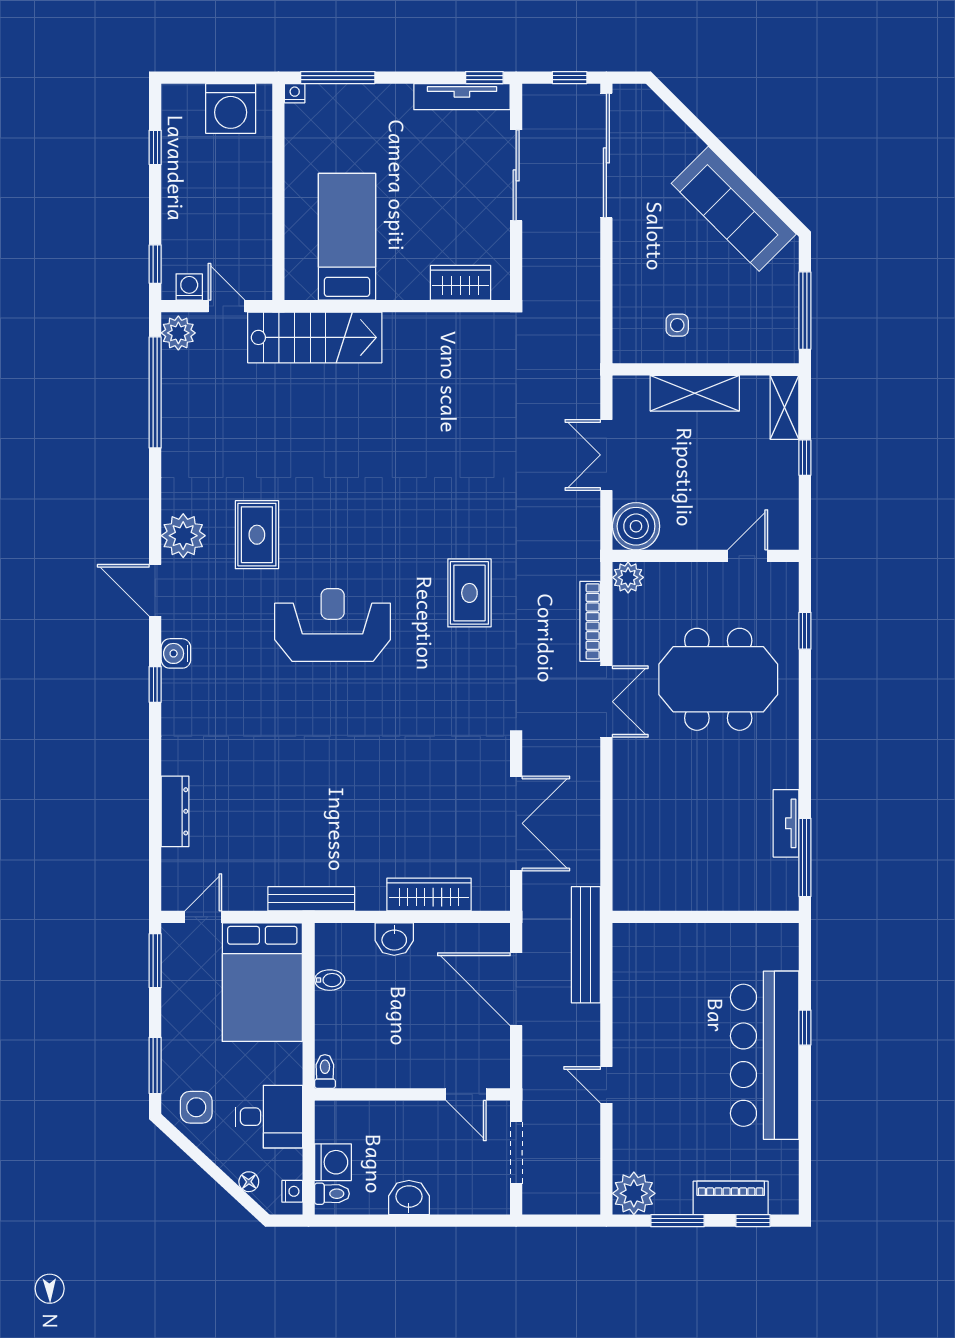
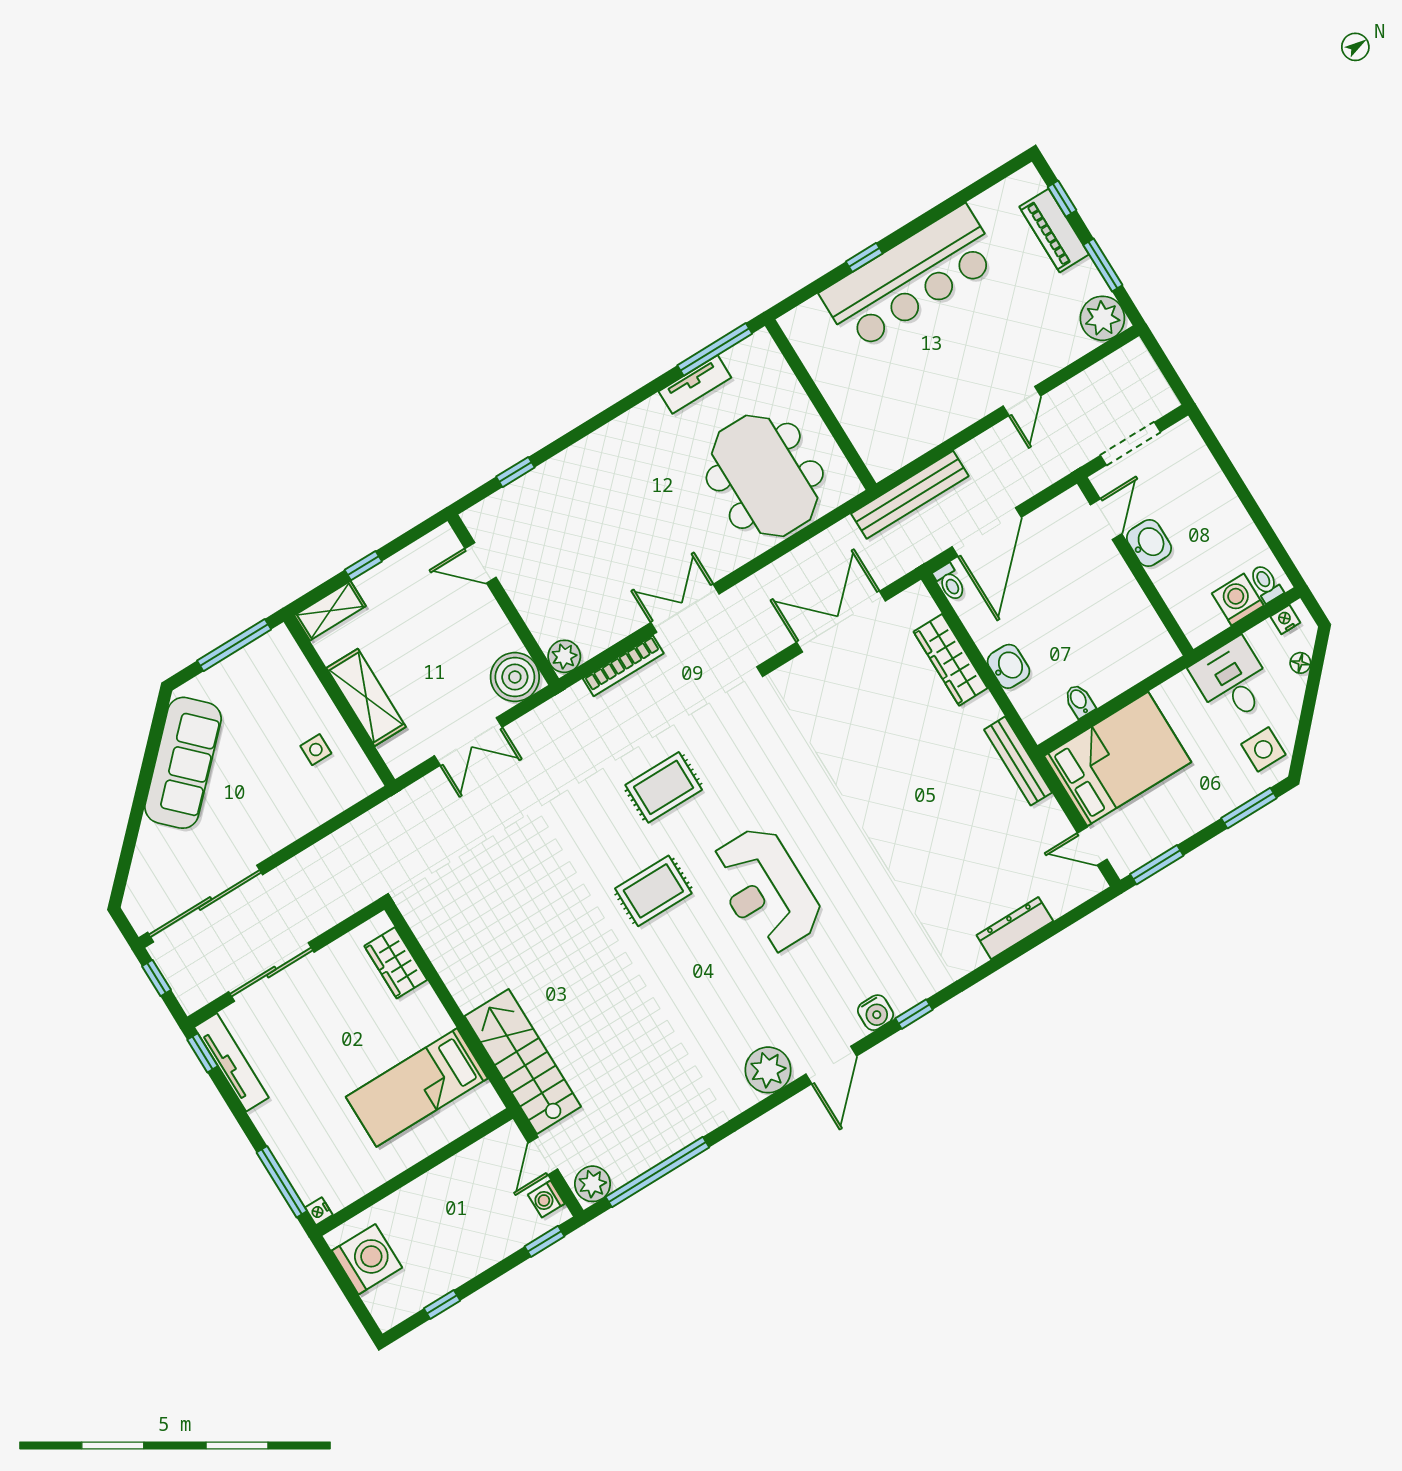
rug: (257, 535) -> (653, 891), moved
meeting table: (718, 679) -> (765, 476), moved
toilet: (325, 1071) -> (950, 582), moved, turned -90
washbasin: (409, 1197) -> (1149, 543), moved, turned 180

